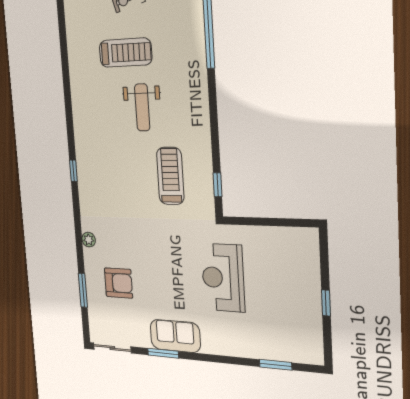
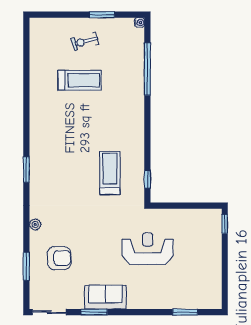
weight bench: (142, 107) -> (90, 121), removed
window: (73, 171) -> (26, 169), width x1.50
reception desk: (223, 278) -> (148, 249), turned 90
window: (326, 303) -> (225, 224), moved

